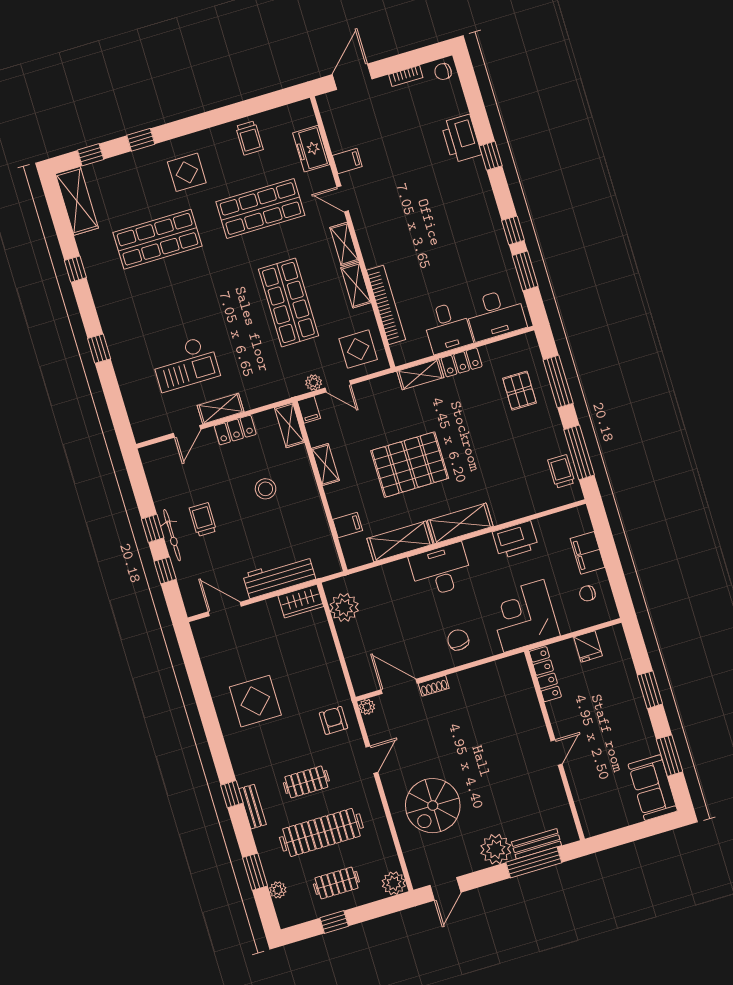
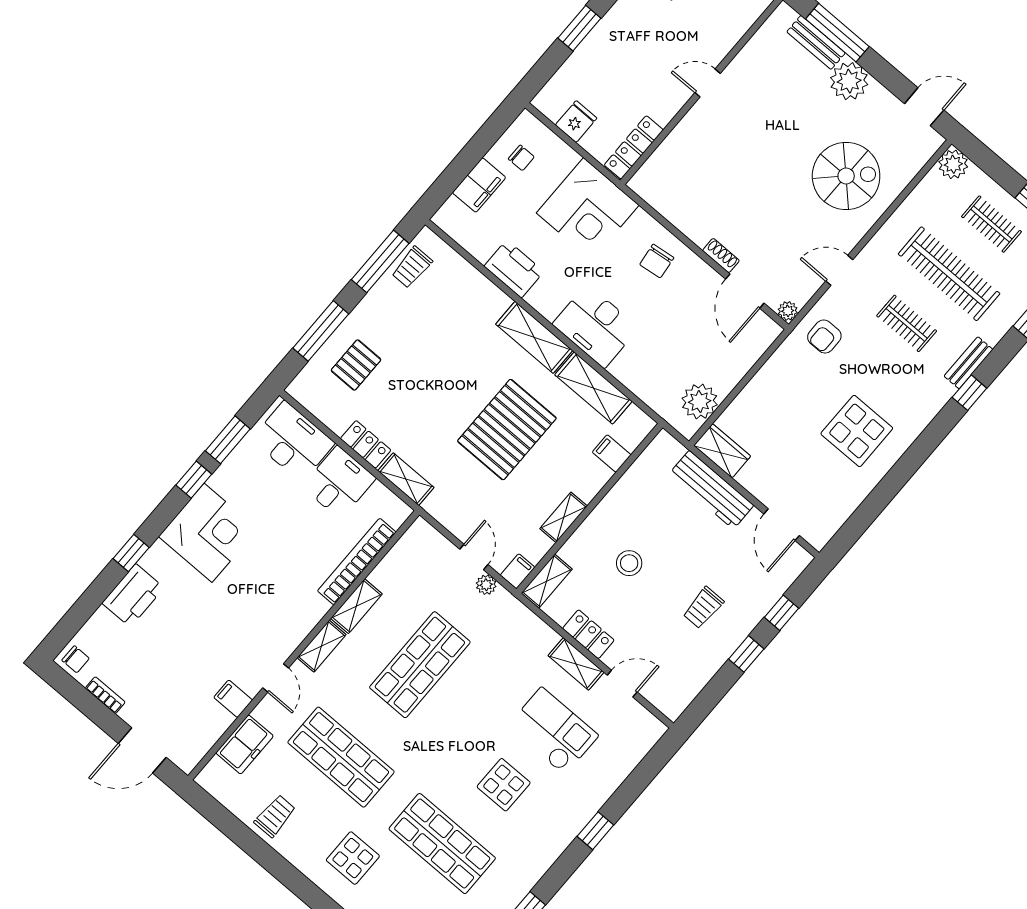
corner desk: (471, 217) -> (208, 533), added
display table: (358, 349) -> (504, 785), moved
pallet: (410, 465) -> (507, 430), turned 90
bicycle: (172, 535) -> (740, 629), removed

